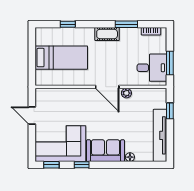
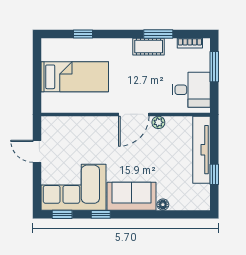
cot: (107, 34) -> (149, 47), moved
window: (170, 63) -> (214, 67), moved
door: (107, 87) -> (134, 114), hinge flipped
window: (170, 111) -> (214, 174), moved
tv unit: (160, 135) -> (202, 150), moved

